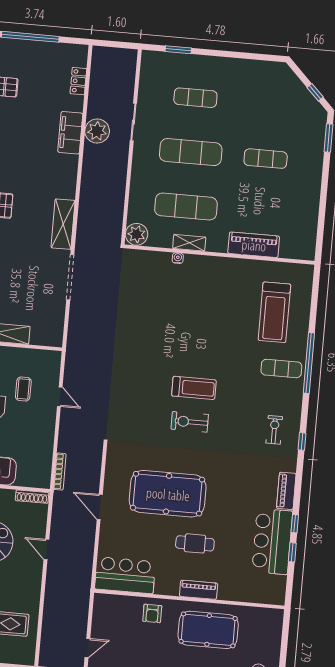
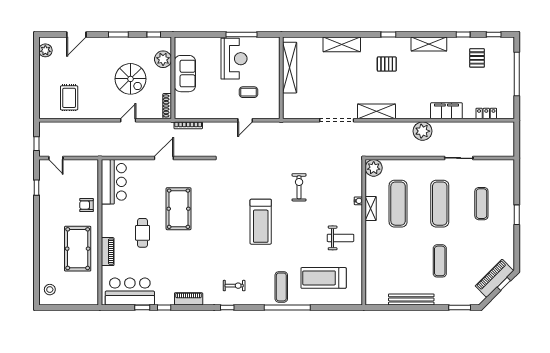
window: (178, 50) -> (517, 215), moved
window: (315, 92) -> (504, 284), moved
plant: (97, 131) -> (423, 131), moved
bench: (313, 200) -> (411, 299), added
piano: (254, 245) -> (494, 278), moved, turned -135
weight bench: (224, 286) -> (340, 238), added
treadmill: (194, 388) -> (261, 222), width x1.37, depth x1.38
exercise bike: (190, 422) -> (299, 187), moved
pool table: (168, 494) -> (179, 209), width x0.73, depth x0.76
bar counter: (272, 541) -> (130, 292), moved
piano: (199, 590) -> (108, 252), moved

